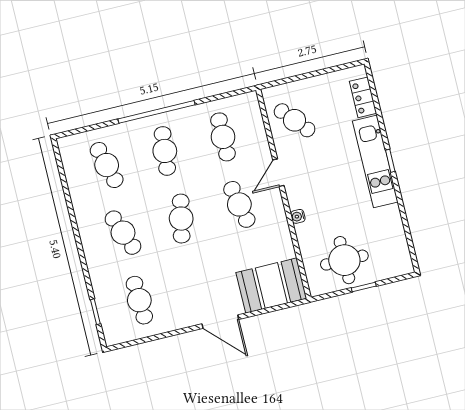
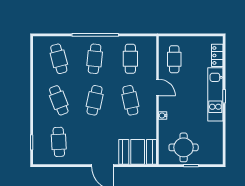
cafe table: (295, 120) -> (174, 59), turned 41
door: (278, 173) -> (157, 87), swing flipped

